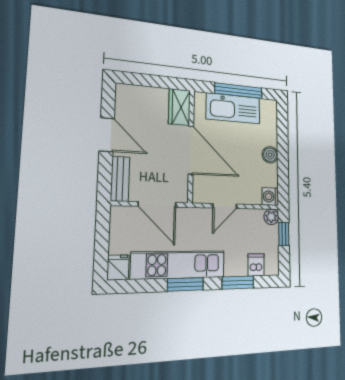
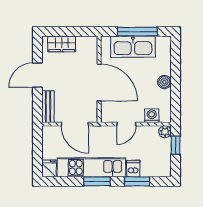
wardrobe: (179, 107) -> (62, 44), moved, turned -90
door: (107, 135) -> (37, 75), swing flipped
washing machine: (270, 196) -> (152, 116), moved, turned 90
dishwasher: (256, 265) -> (133, 169), moved

